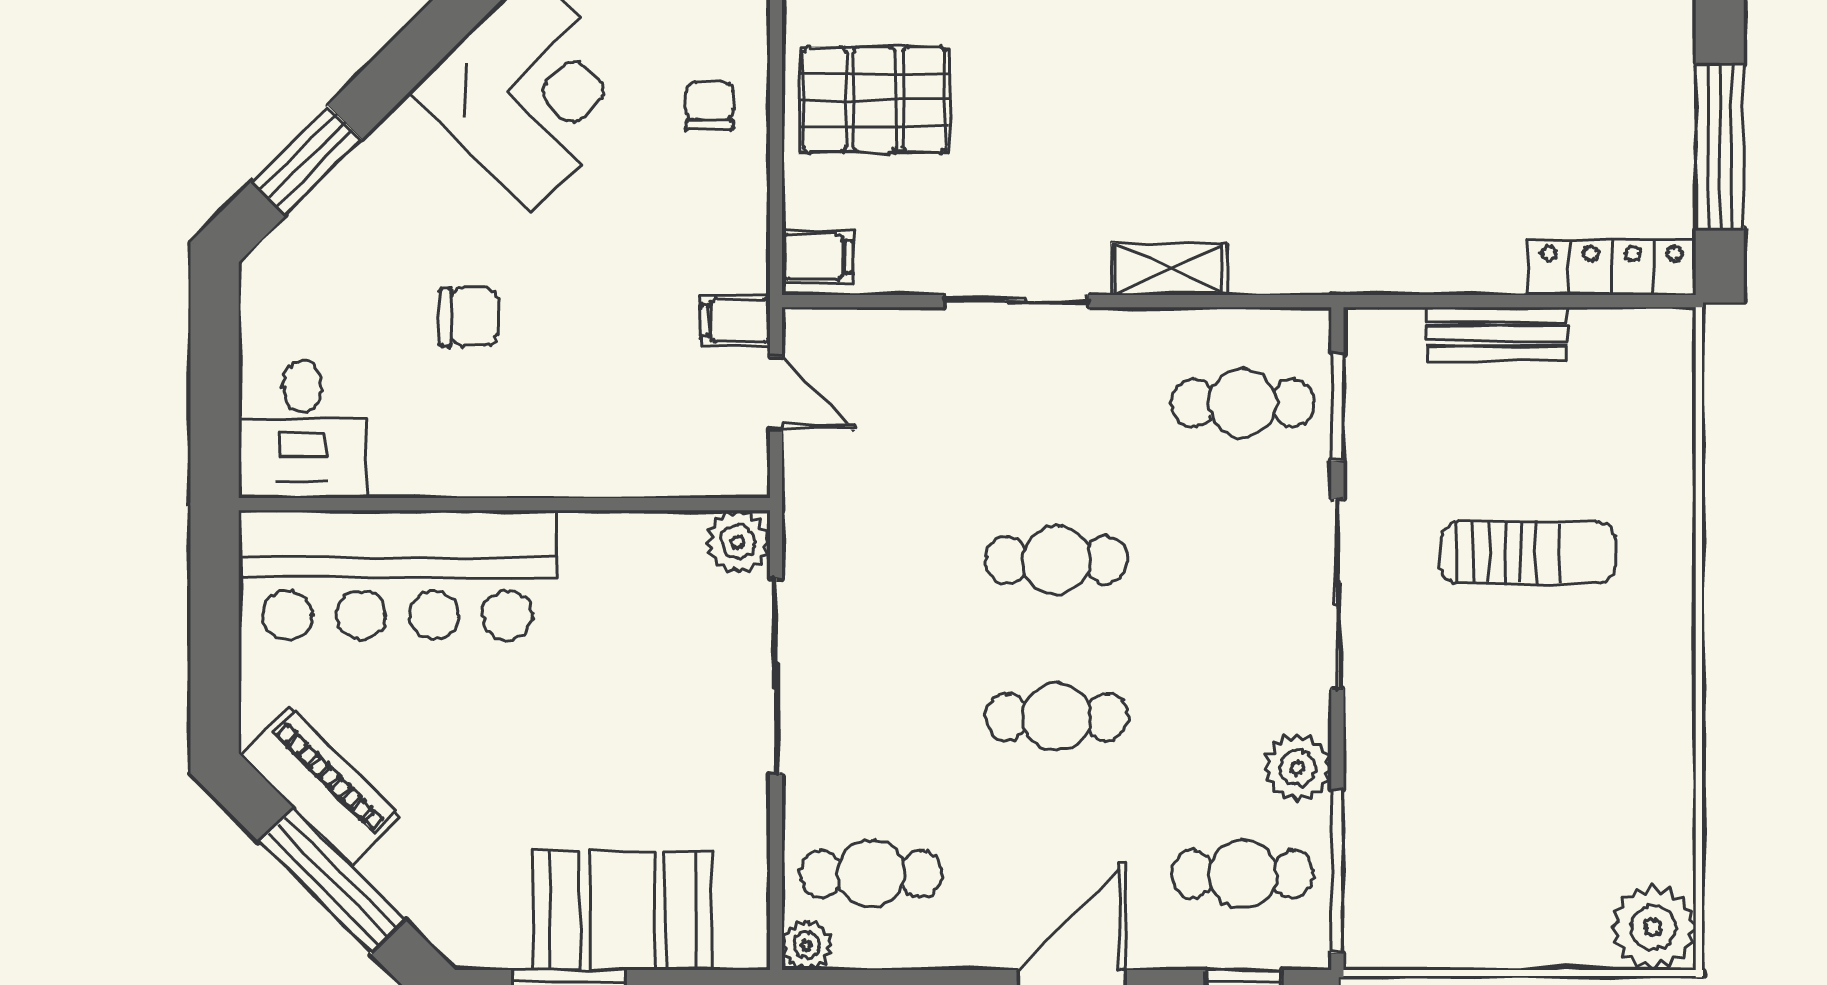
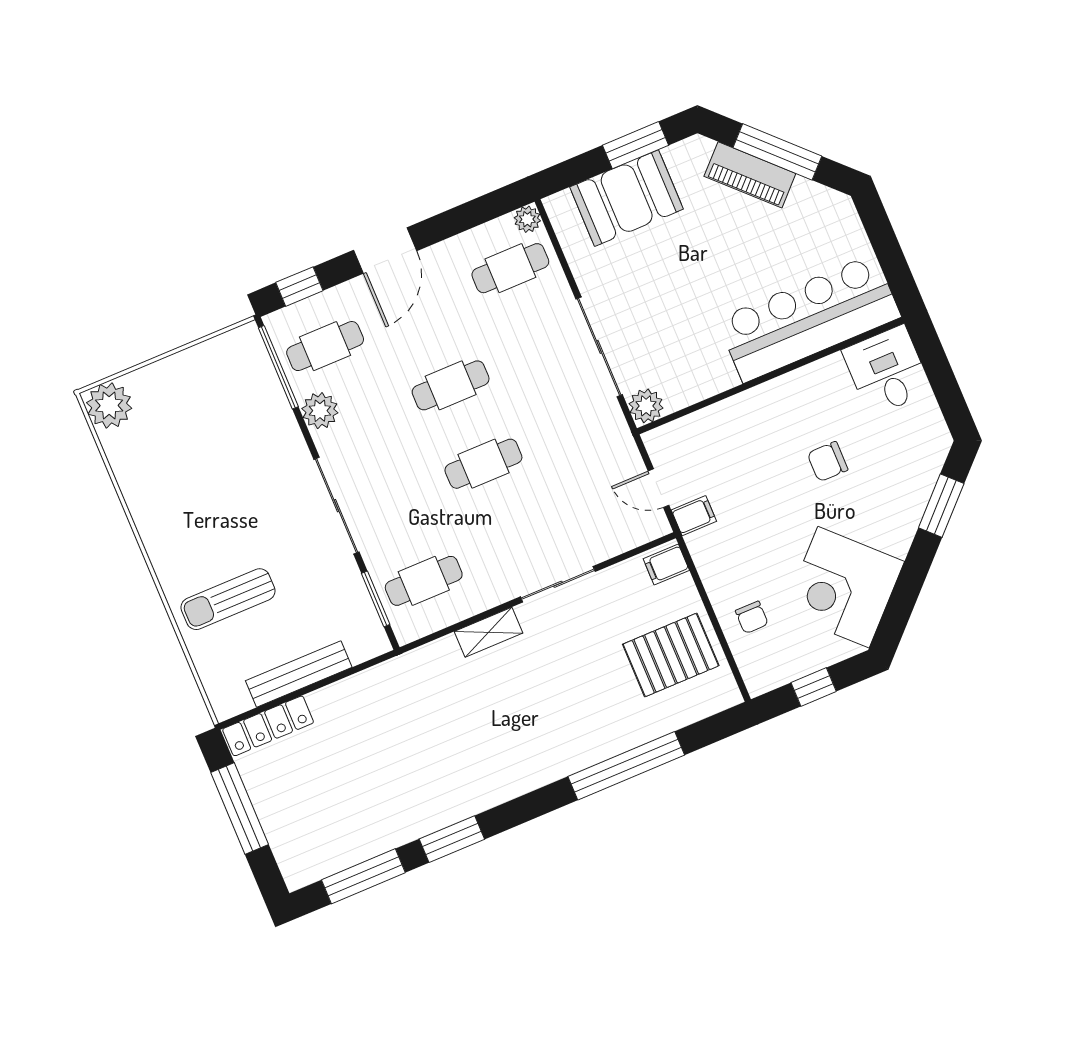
bench: (1497, 334) -> (299, 674), width x1.36
sun lounger: (1528, 553) -> (228, 599), moved
piano: (320, 786) -> (750, 175), moved

